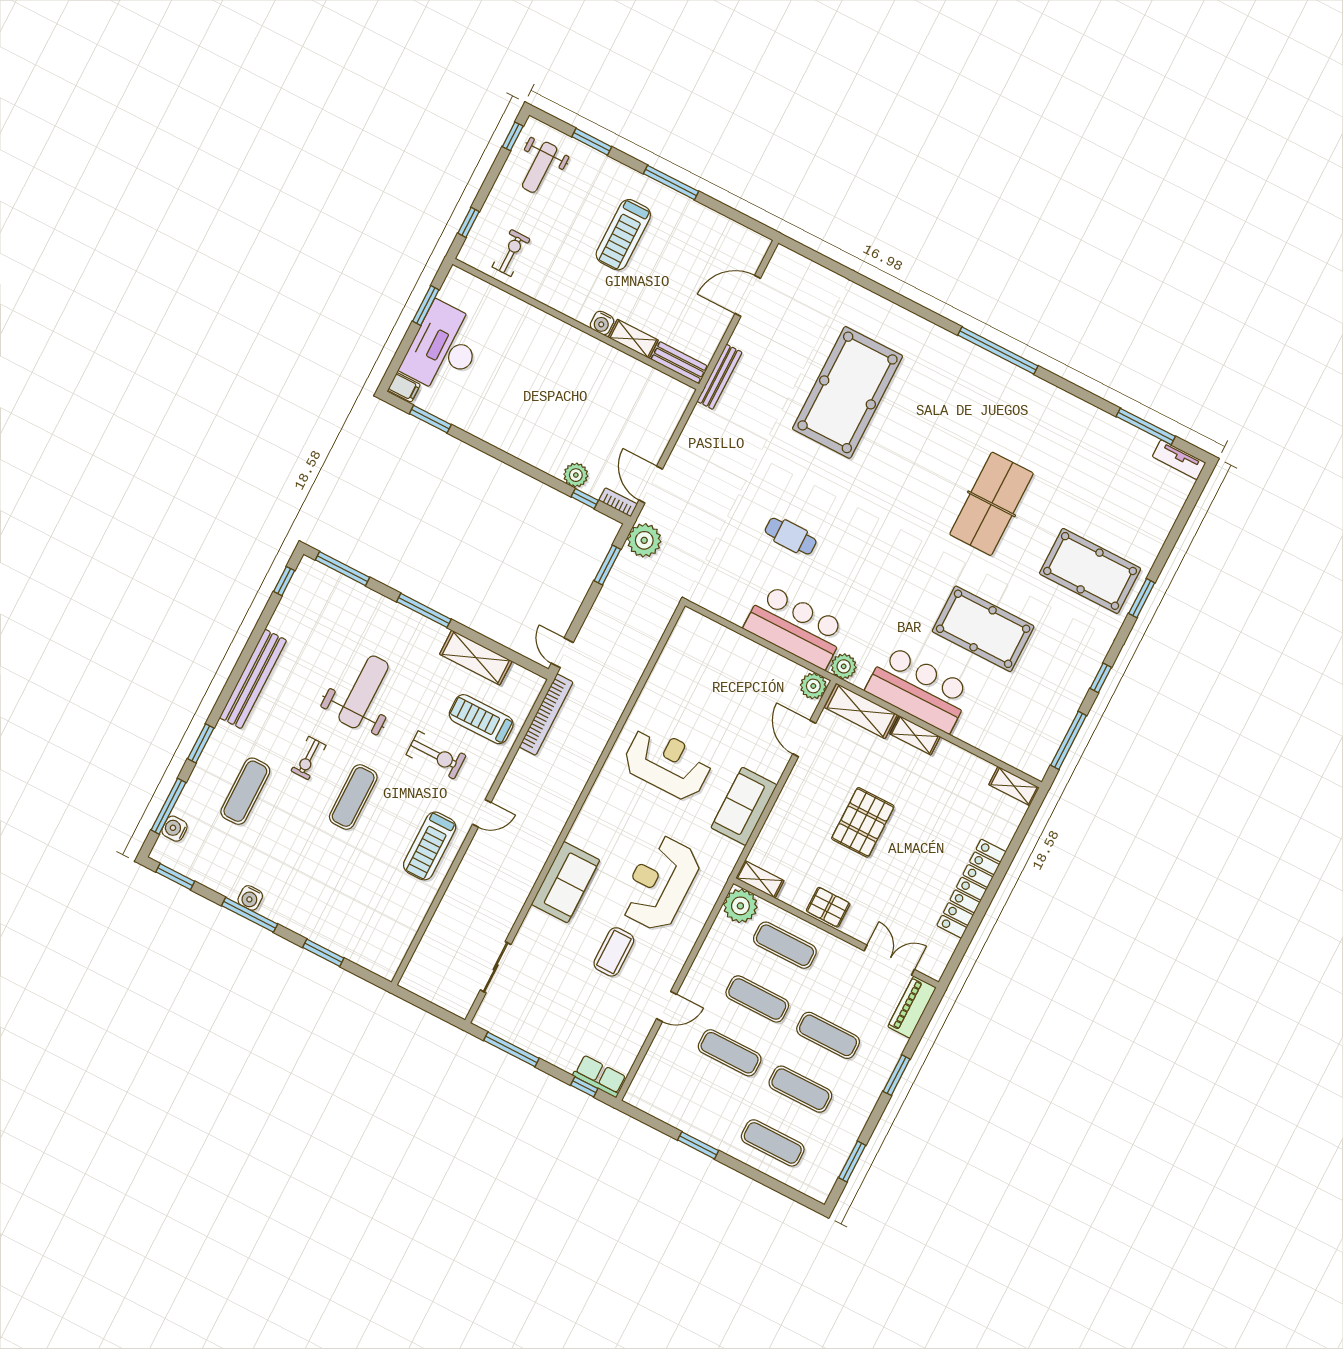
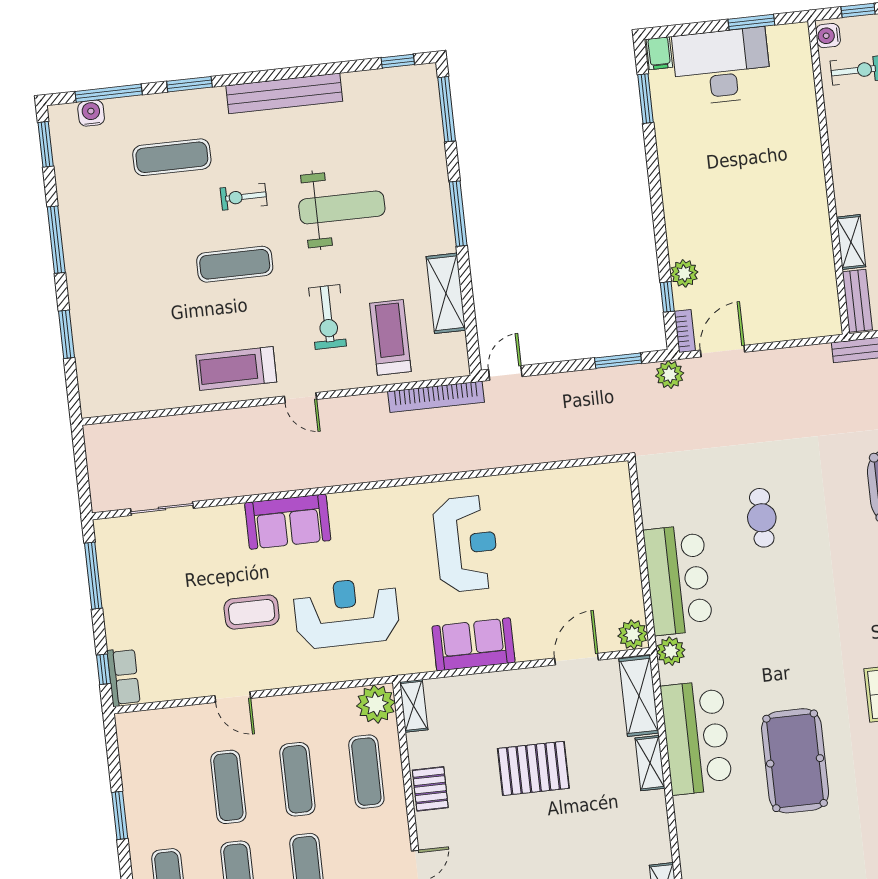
water cooler: (602, 323) -> (828, 36), moved
plant: (644, 540) -> (670, 375), width x0.73, depth x0.73
water cooler: (250, 898) -> (73, 230), removed

